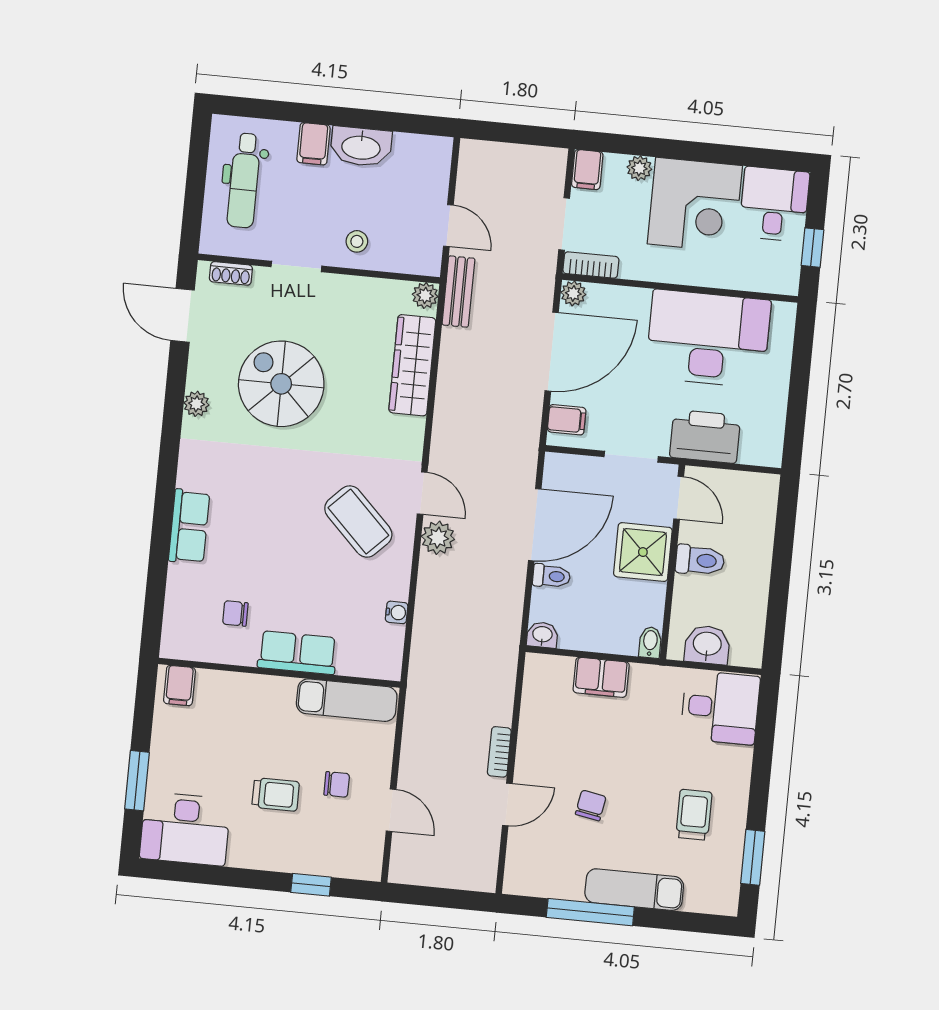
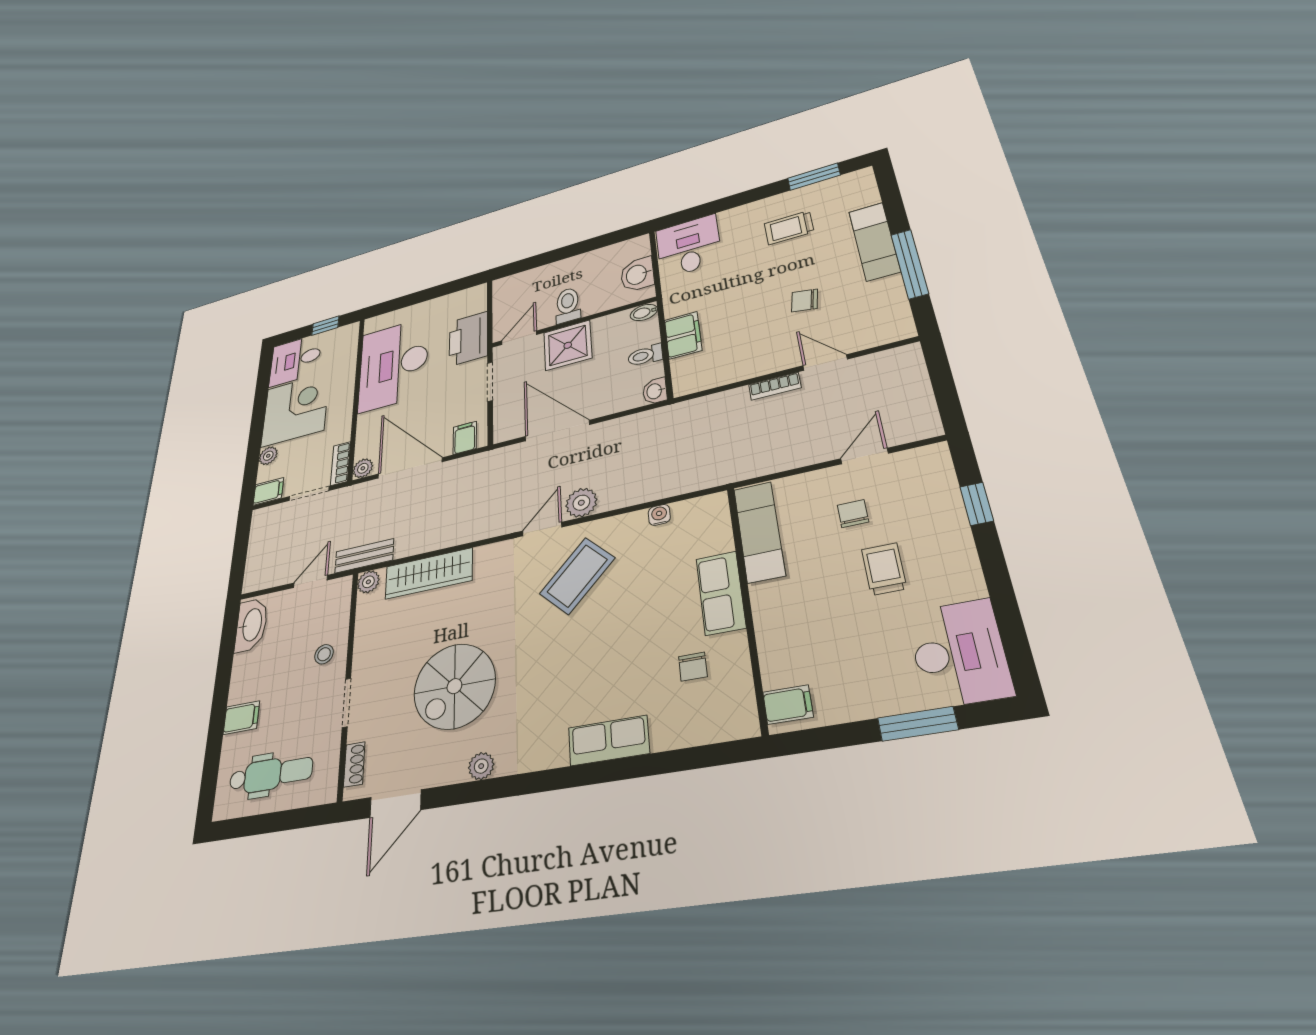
washbasin: (361, 147) -> (251, 625), moved
toilet: (552, 576) -> (645, 355), moved, turned -90

